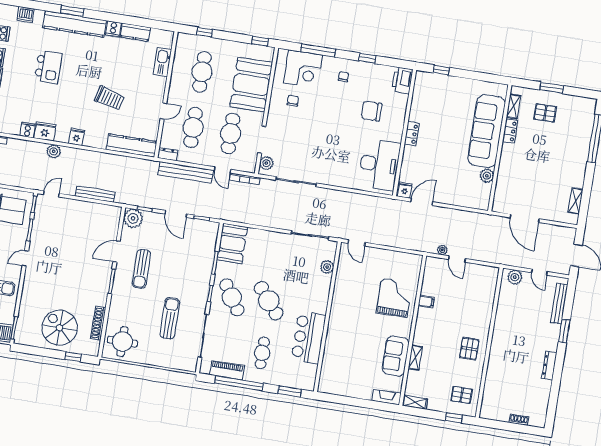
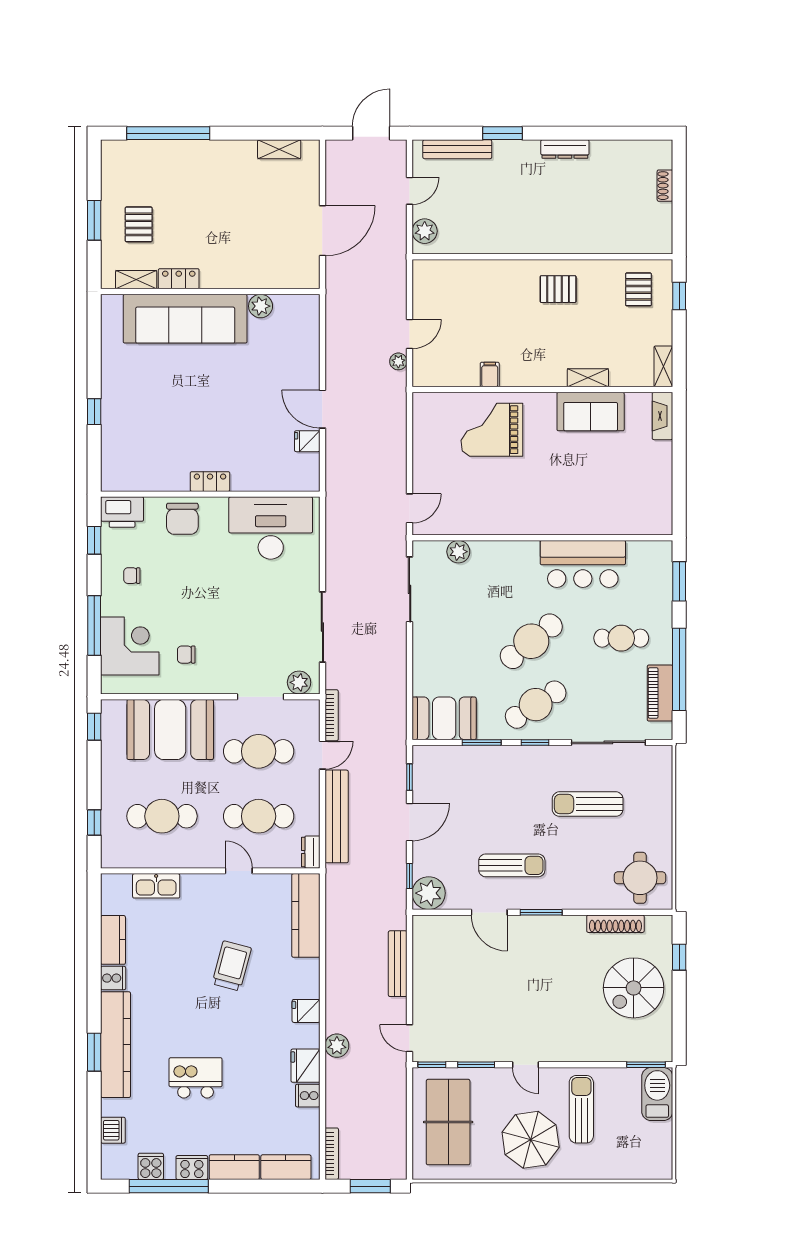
printer: (402, 80) -> (122, 512), moved
wall: (404, 133) -> (210, 494), moved
locker: (412, 134) -> (210, 482), moved
desk: (379, 164) -> (271, 528), moved

